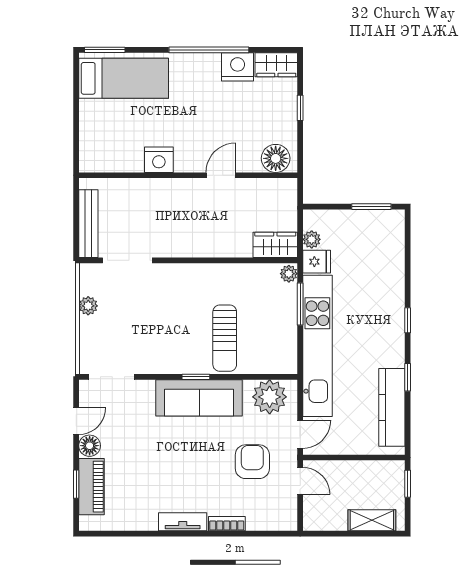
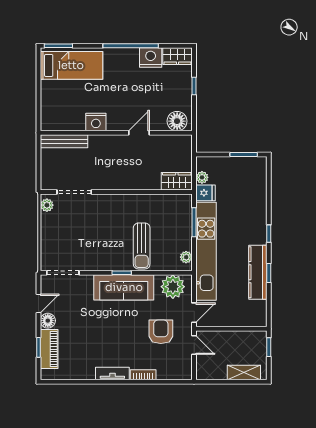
bench: (88, 224) -> (64, 141), moved, turned 90
plant: (289, 274) -> (186, 257), moved
plant: (88, 306) -> (47, 205), moved
kitchen counter: (392, 407) -> (258, 272), moved

